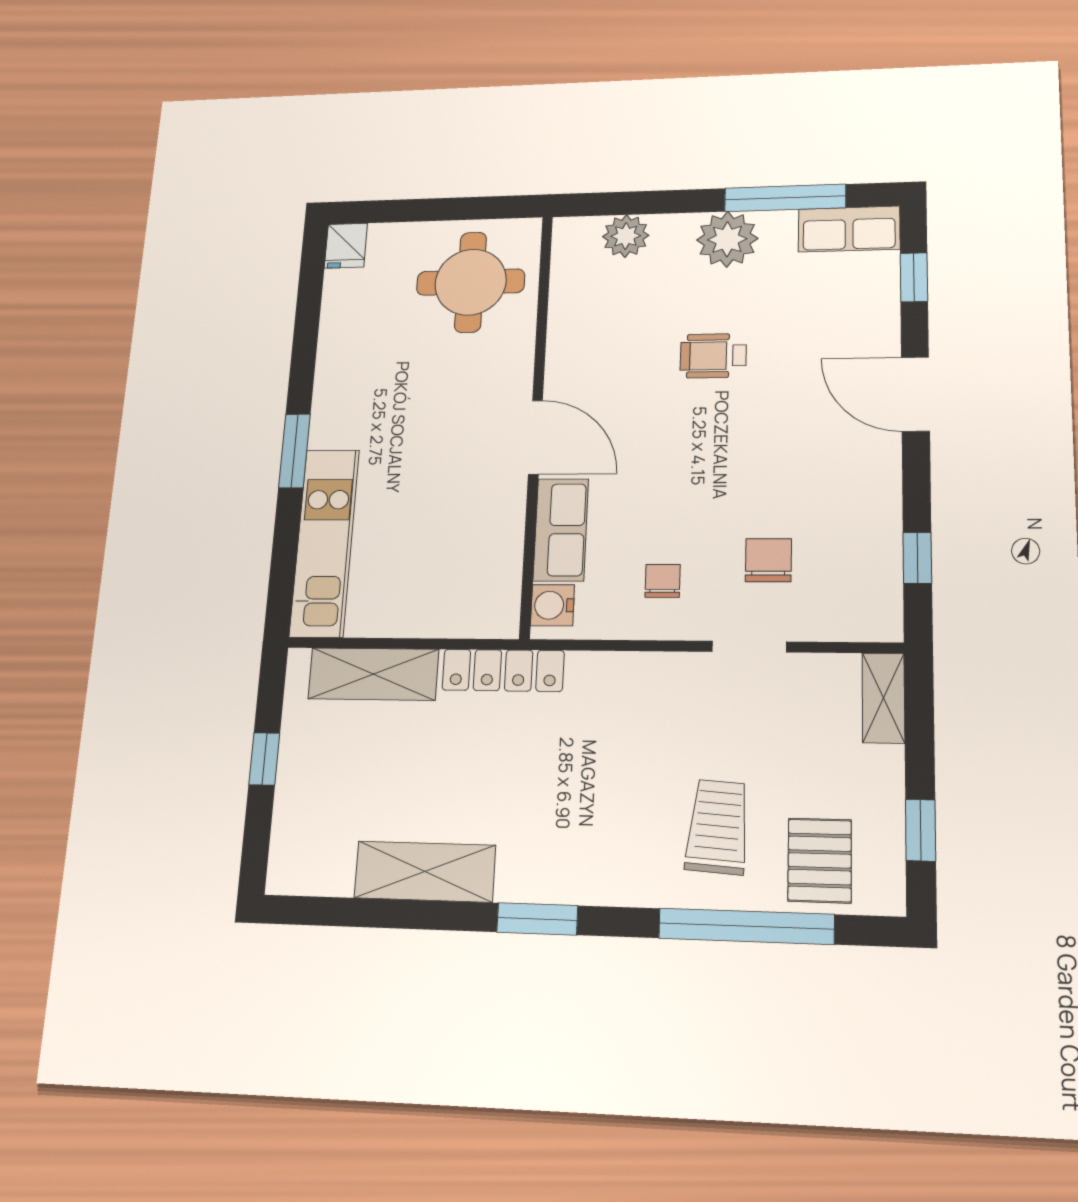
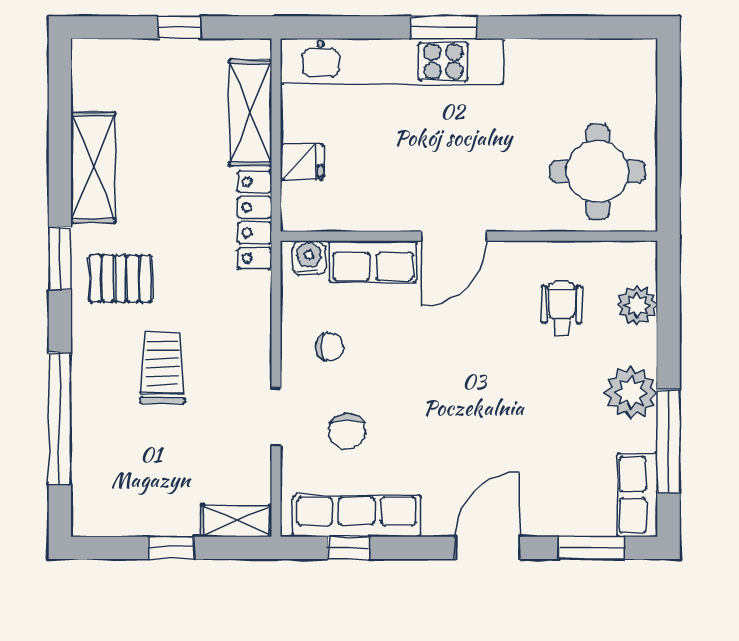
fridge: (346, 246) -> (302, 162), moved, turned 180
window: (914, 277) -> (591, 548), width x1.50
wheelchair: (713, 356) -> (561, 309), moved
kitchen unit: (325, 542) -> (392, 61), width x1.36
row of seats: (876, 549) -> (357, 516), added
chair: (768, 560) -> (347, 431), turned 90
trolley: (718, 827) -> (163, 368), moved, turned -94
window: (921, 830) -> (171, 548), moved
pallet: (820, 860) -> (120, 279), moved

